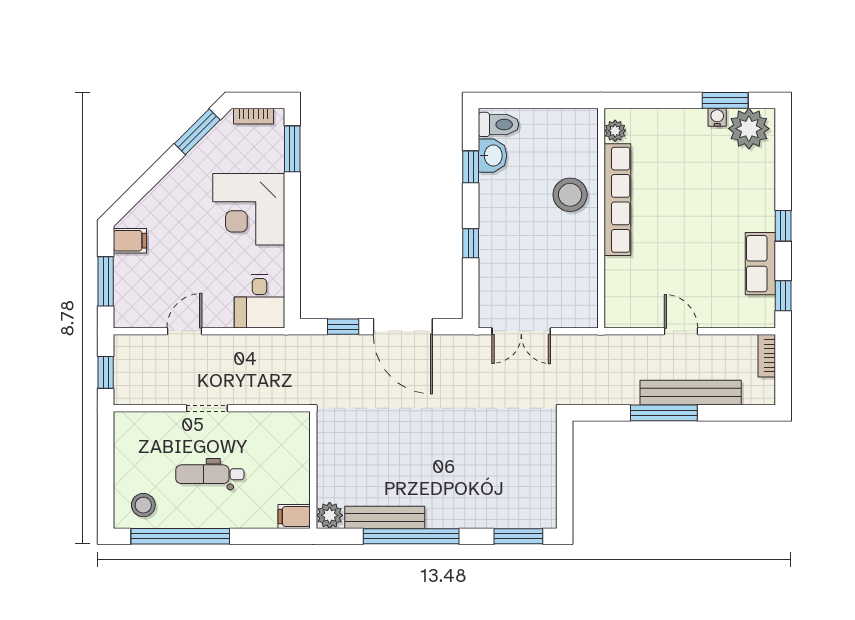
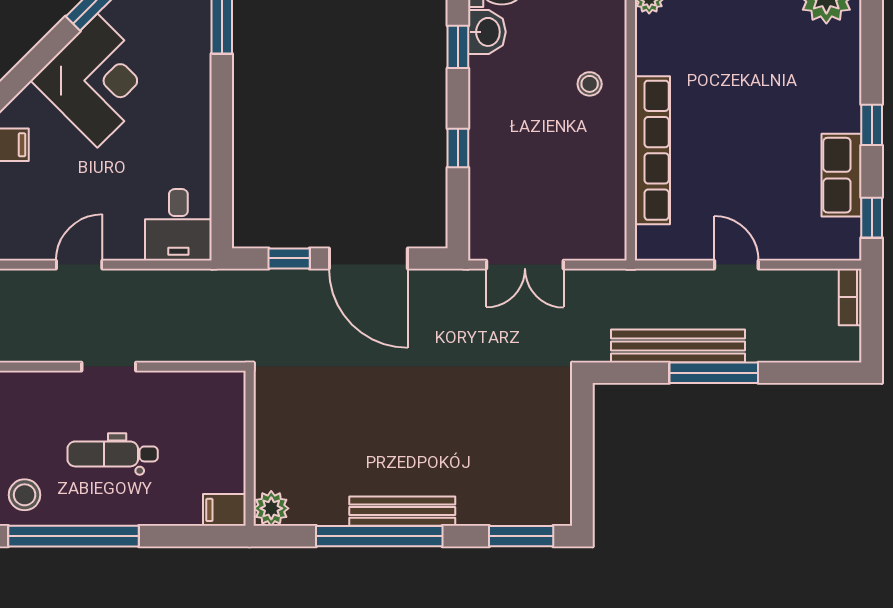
stool: (570, 195) -> (590, 84), width x0.53, depth x0.53
row of seats: (617, 200) -> (652, 150), moved
corner desk: (249, 209) -> (97, 81), moved, turned -135
bench: (691, 393) -> (678, 346), moved
bench: (385, 517) -> (402, 511), moved

